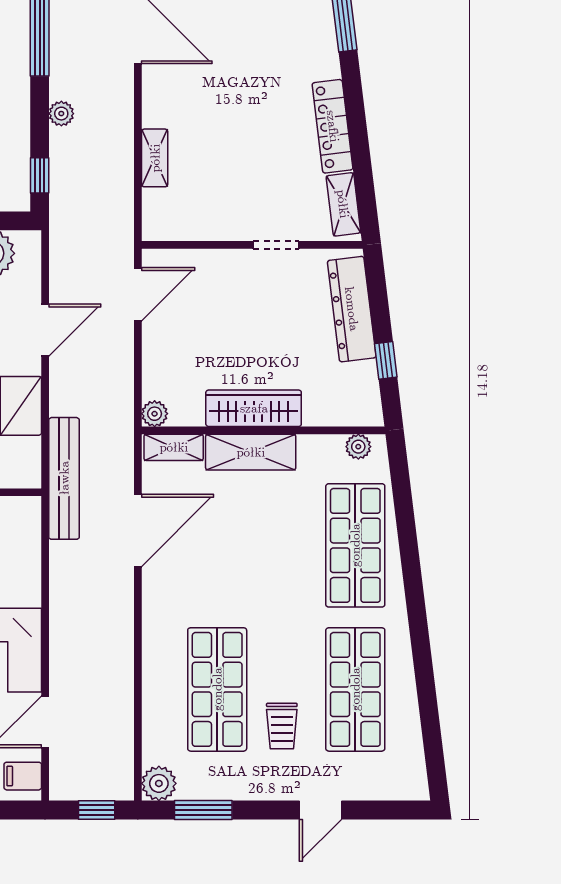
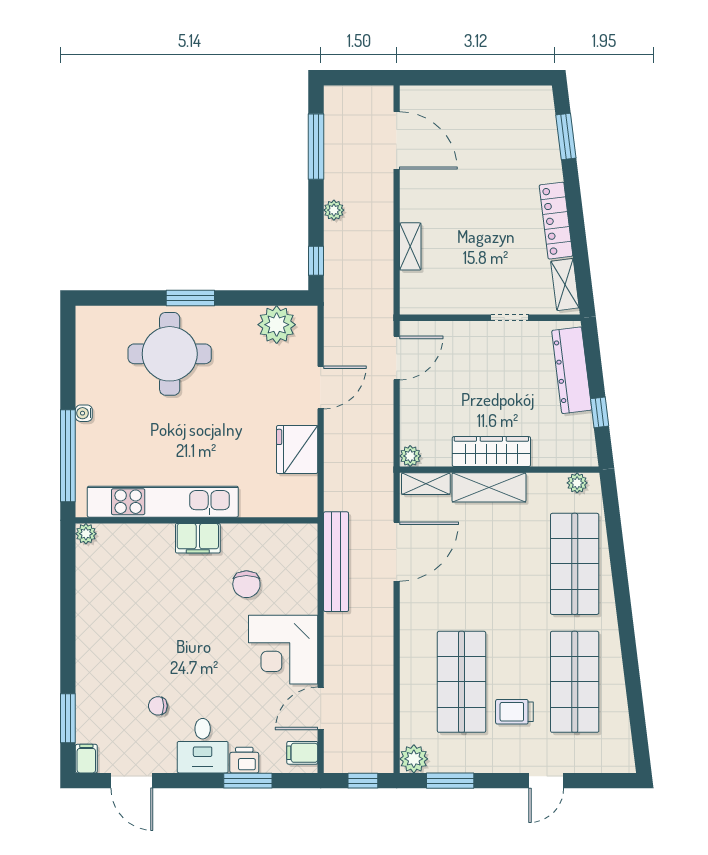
bench: (64, 478) -> (336, 562), moved
trolley: (282, 726) -> (514, 712), turned 90

